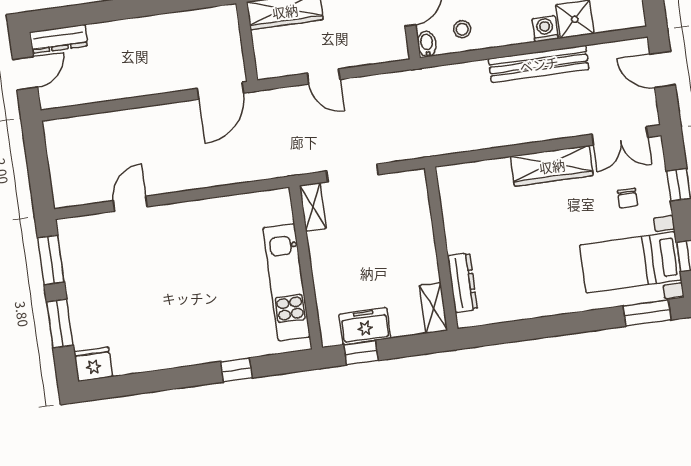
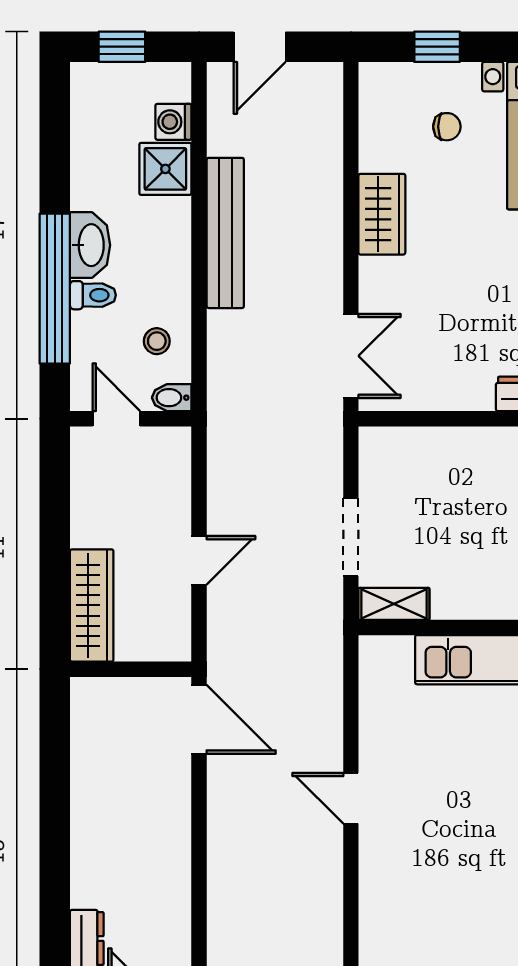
washing machine: (545, 29) -> (173, 122), moved
double door: (620, 136) -> (351, 356), moved
wardrobe: (552, 166) -> (382, 214), width x0.67
door: (130, 204) -> (351, 798), moved

